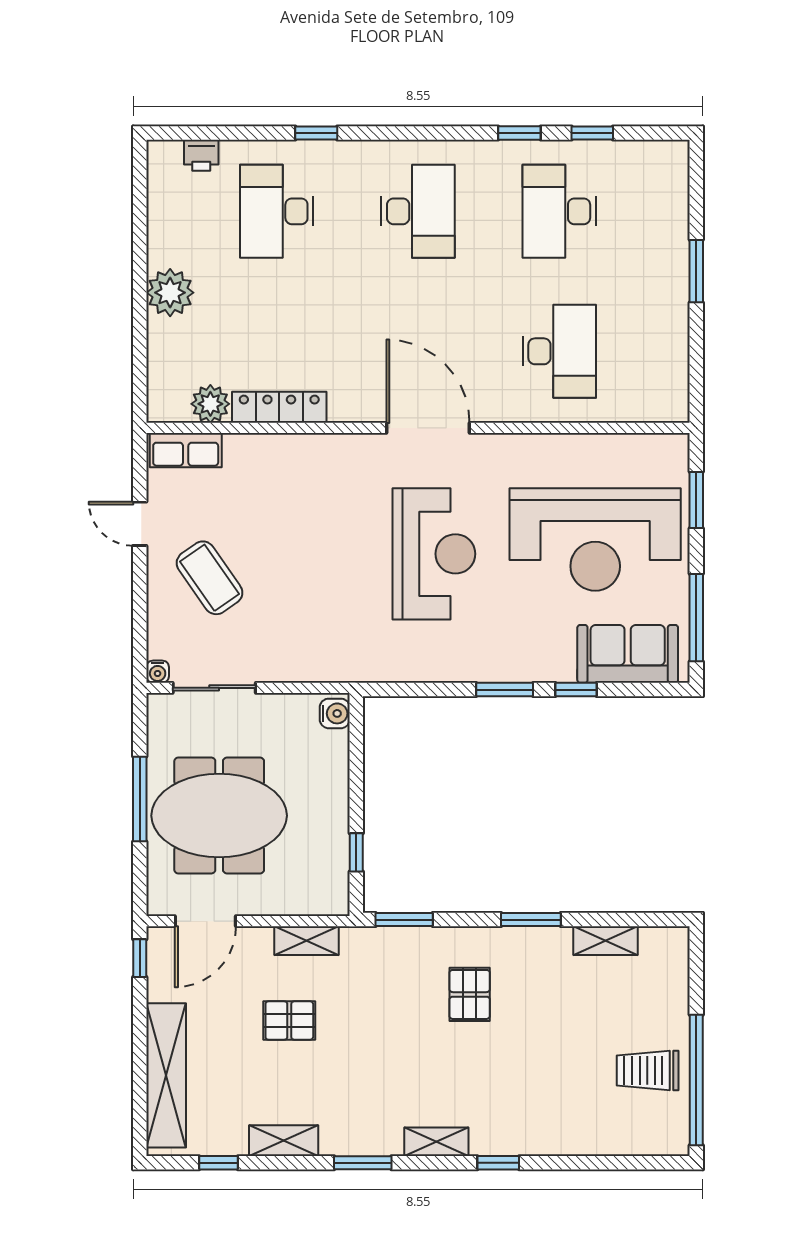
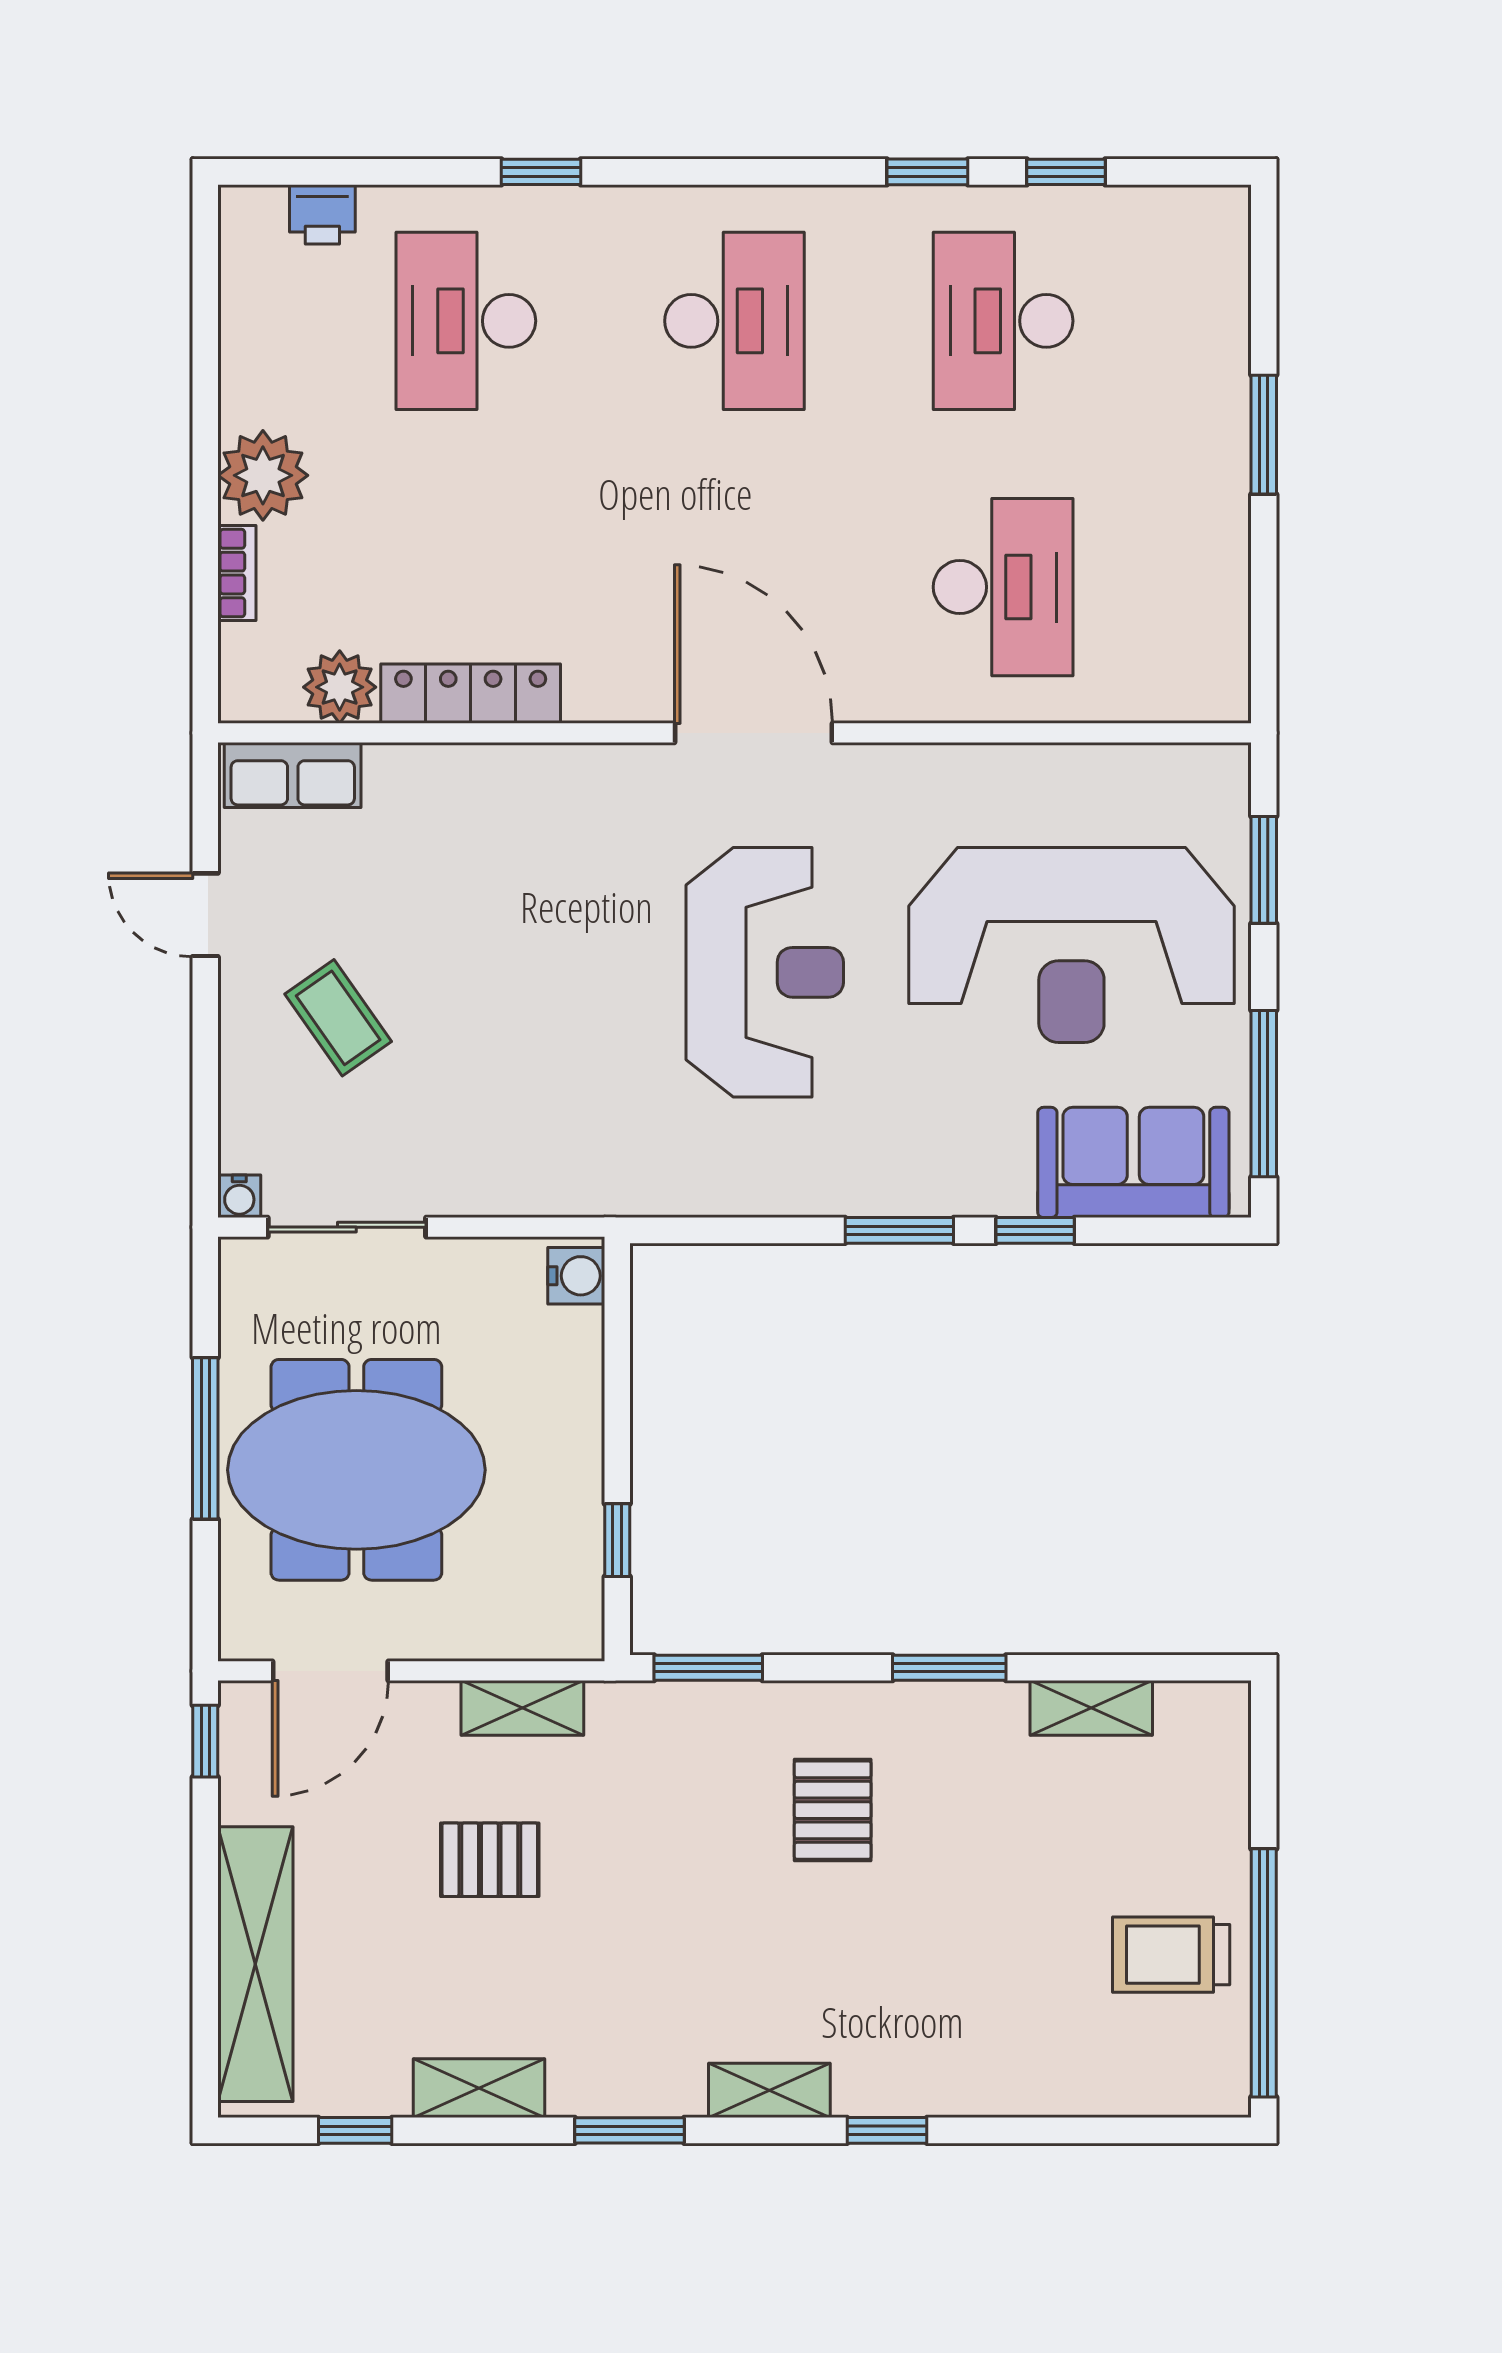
bookcase: (156, 344) -> (237, 573), added
coffee table: (210, 578) -> (338, 1018), width x0.73, depth x0.77

